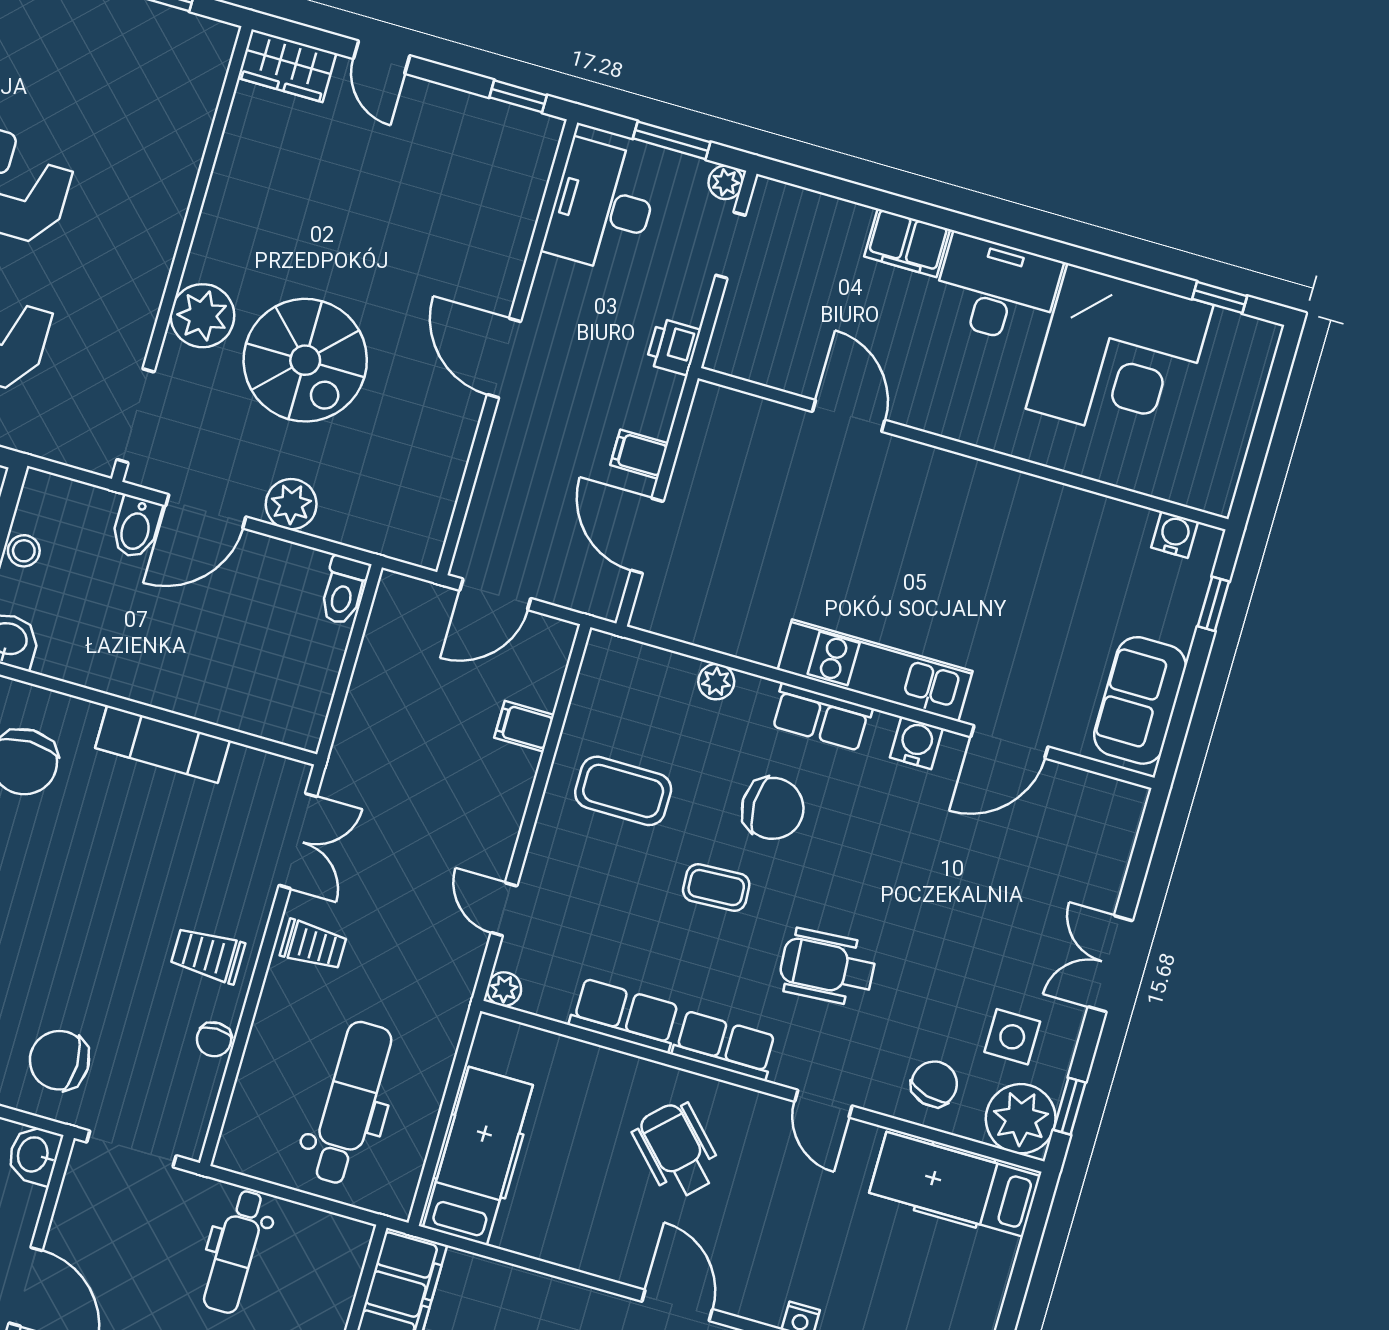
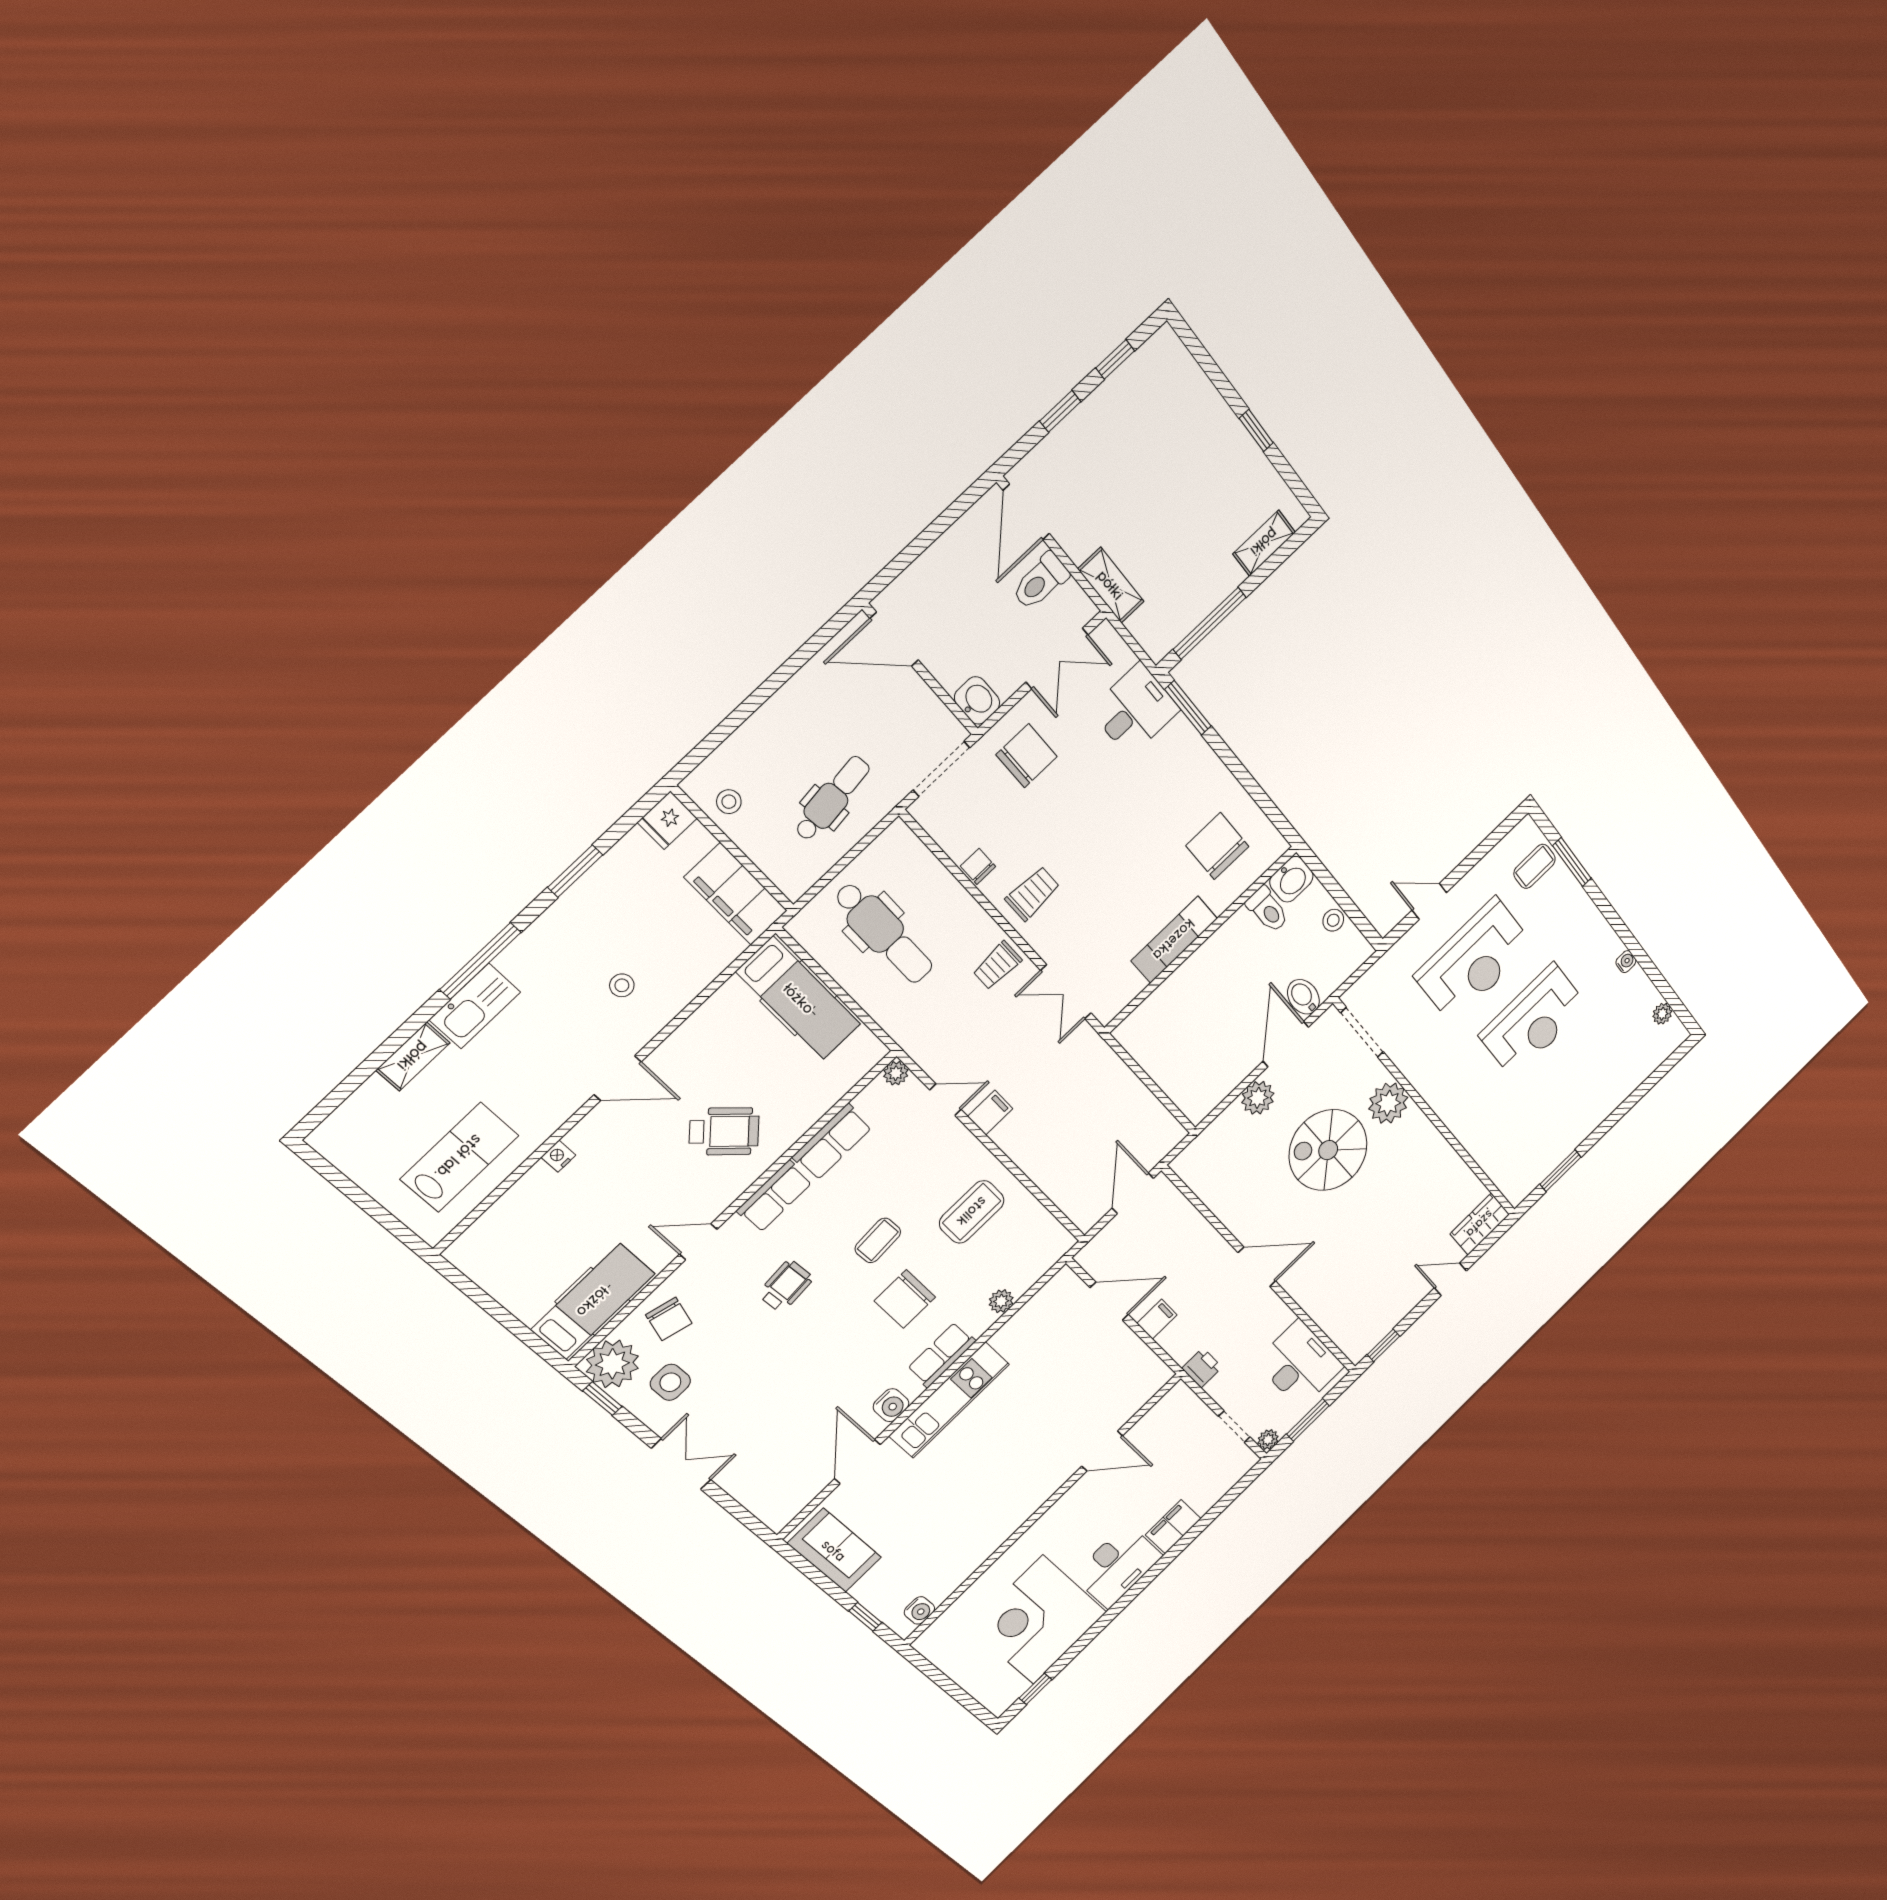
toilet: (344, 590) -> (1268, 910), moved, turned 180
filing cabinet: (524, 726) -> (990, 1113), moved
wheelchair: (827, 967) -> (786, 1286), width x0.73, depth x0.73
dental chair: (235, 1252) -> (832, 798), turned 83

